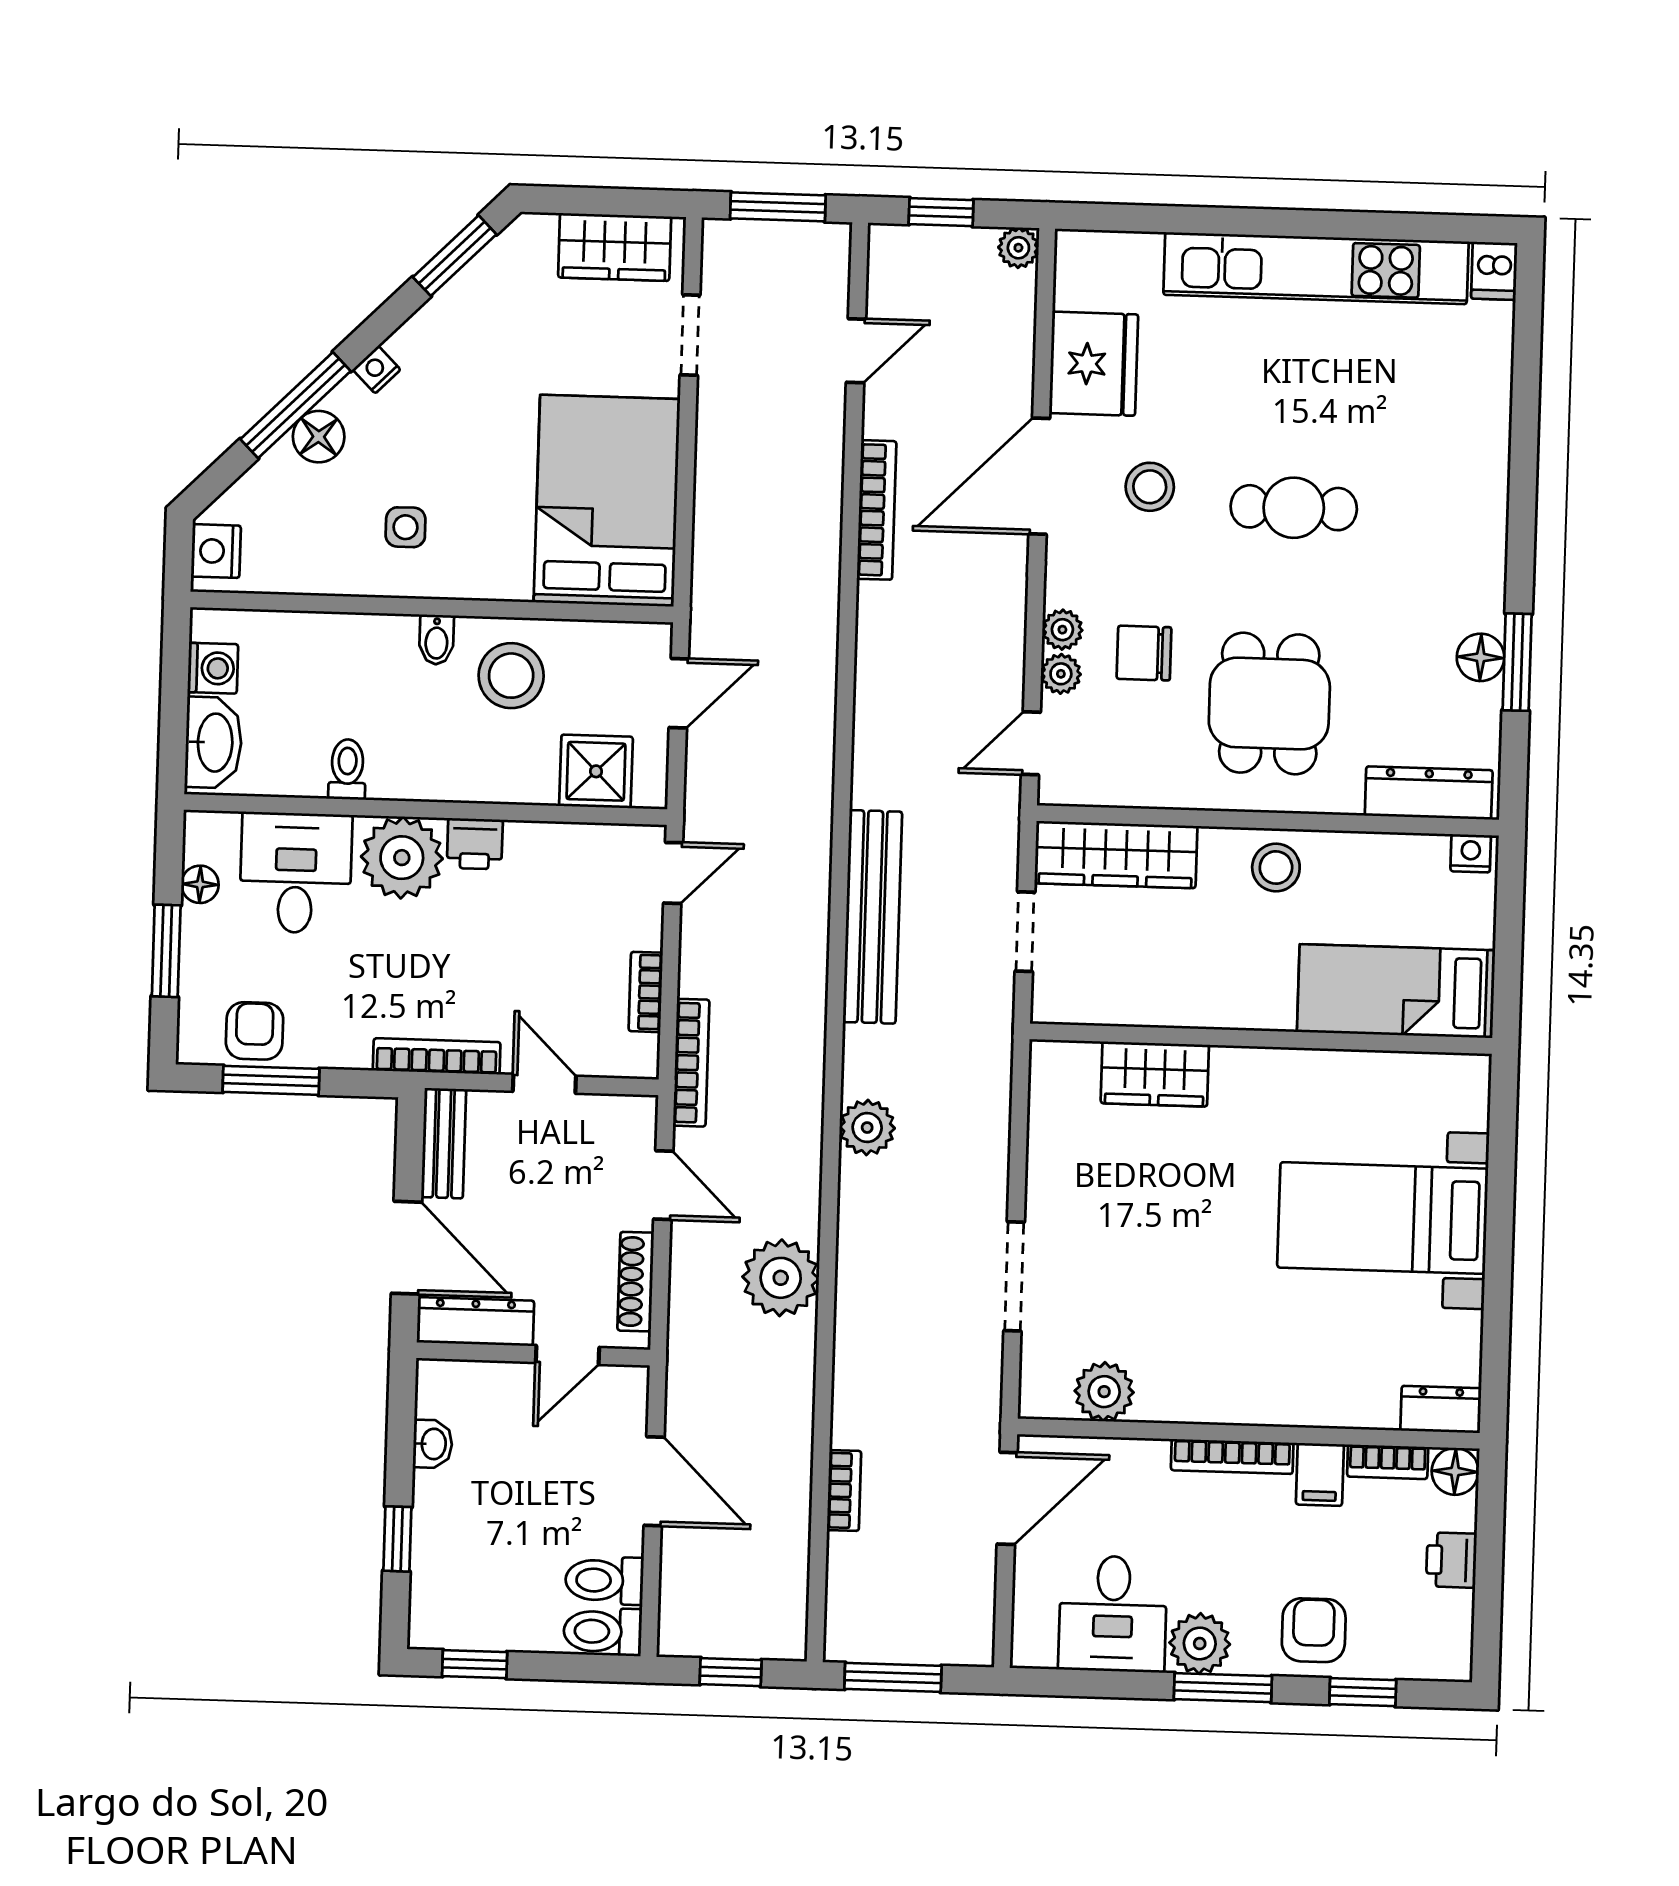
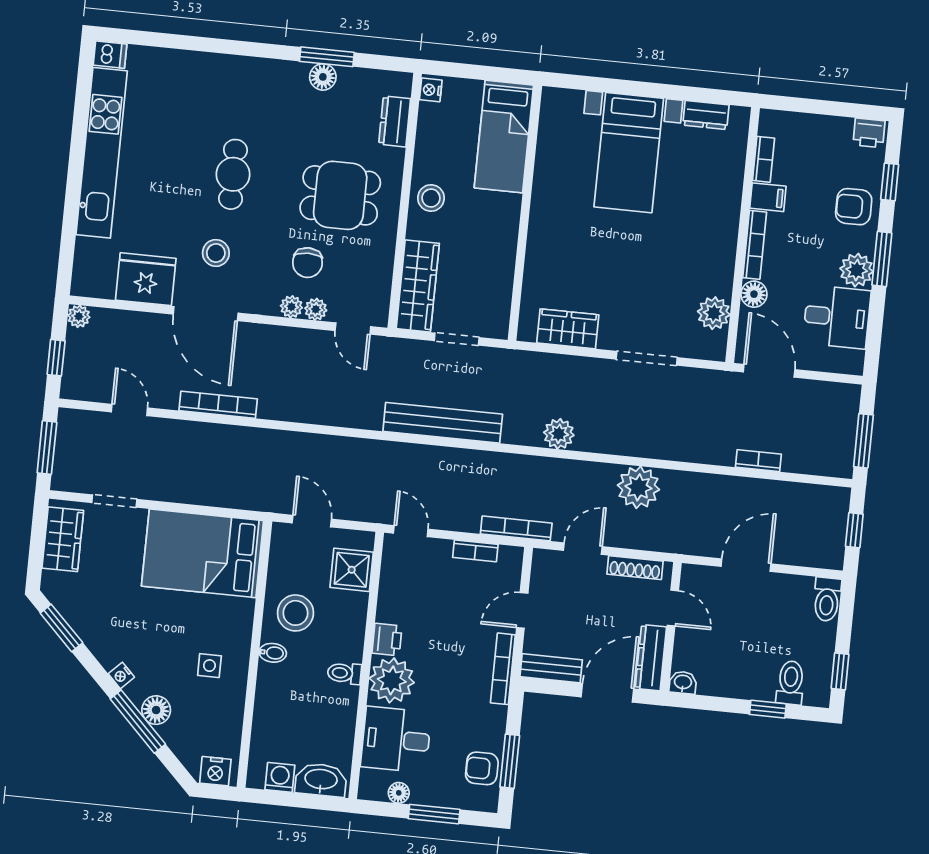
toilet: (347, 769) -> (344, 673), moved
dresser: (1429, 793) -> (395, 121), width x0.70
wardrobe: (1155, 1074) -> (568, 329), moved, turned -90
dresser: (1441, 1409) -> (706, 115), moved, turned -90
washbasin: (433, 1444) -> (683, 683), moved
floor lamp: (1455, 1471) -> (754, 294), moved
printer: (1451, 1560) -> (869, 133), moved
toilet: (604, 1580) -> (790, 683), moved, turned 180

